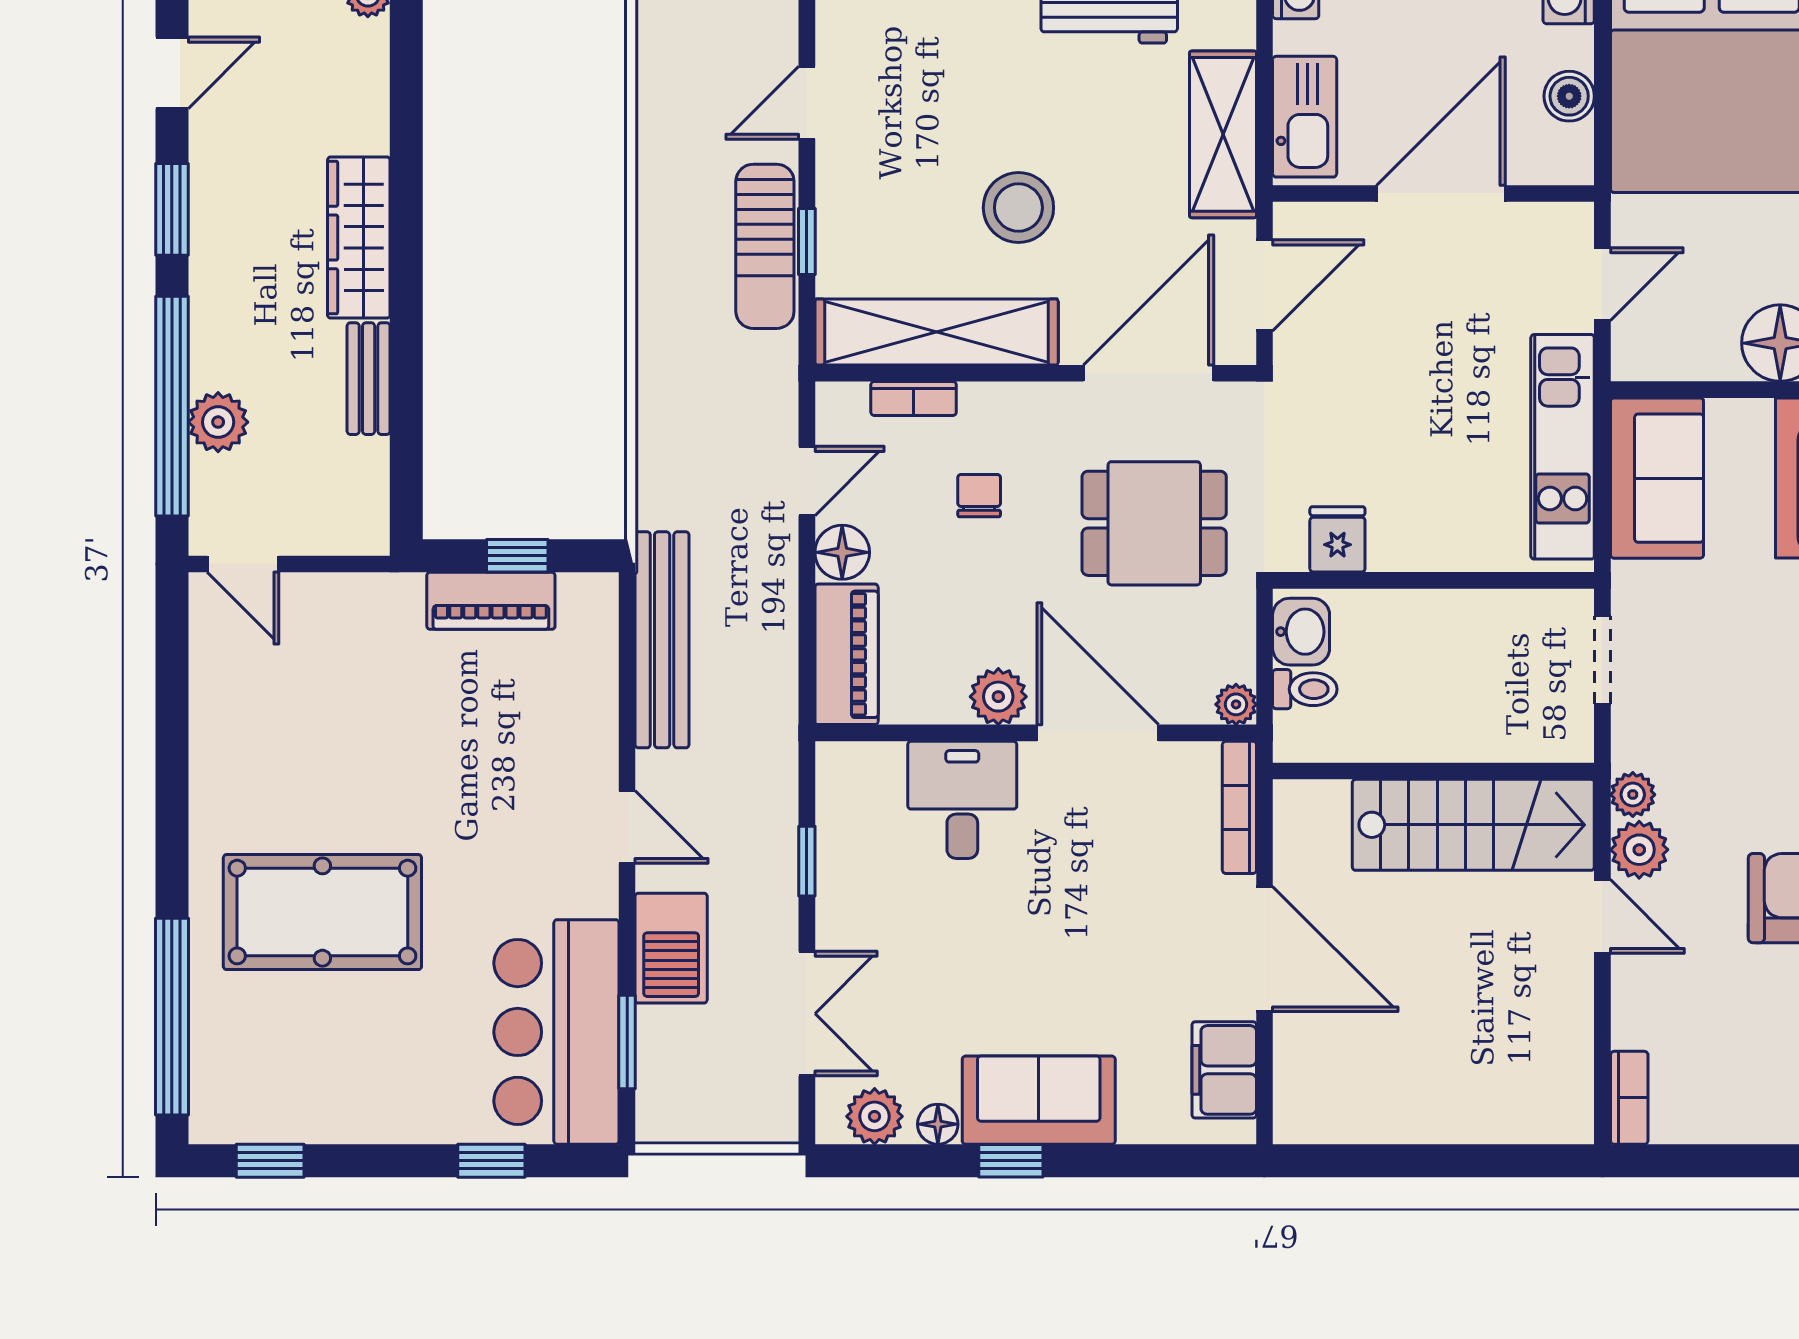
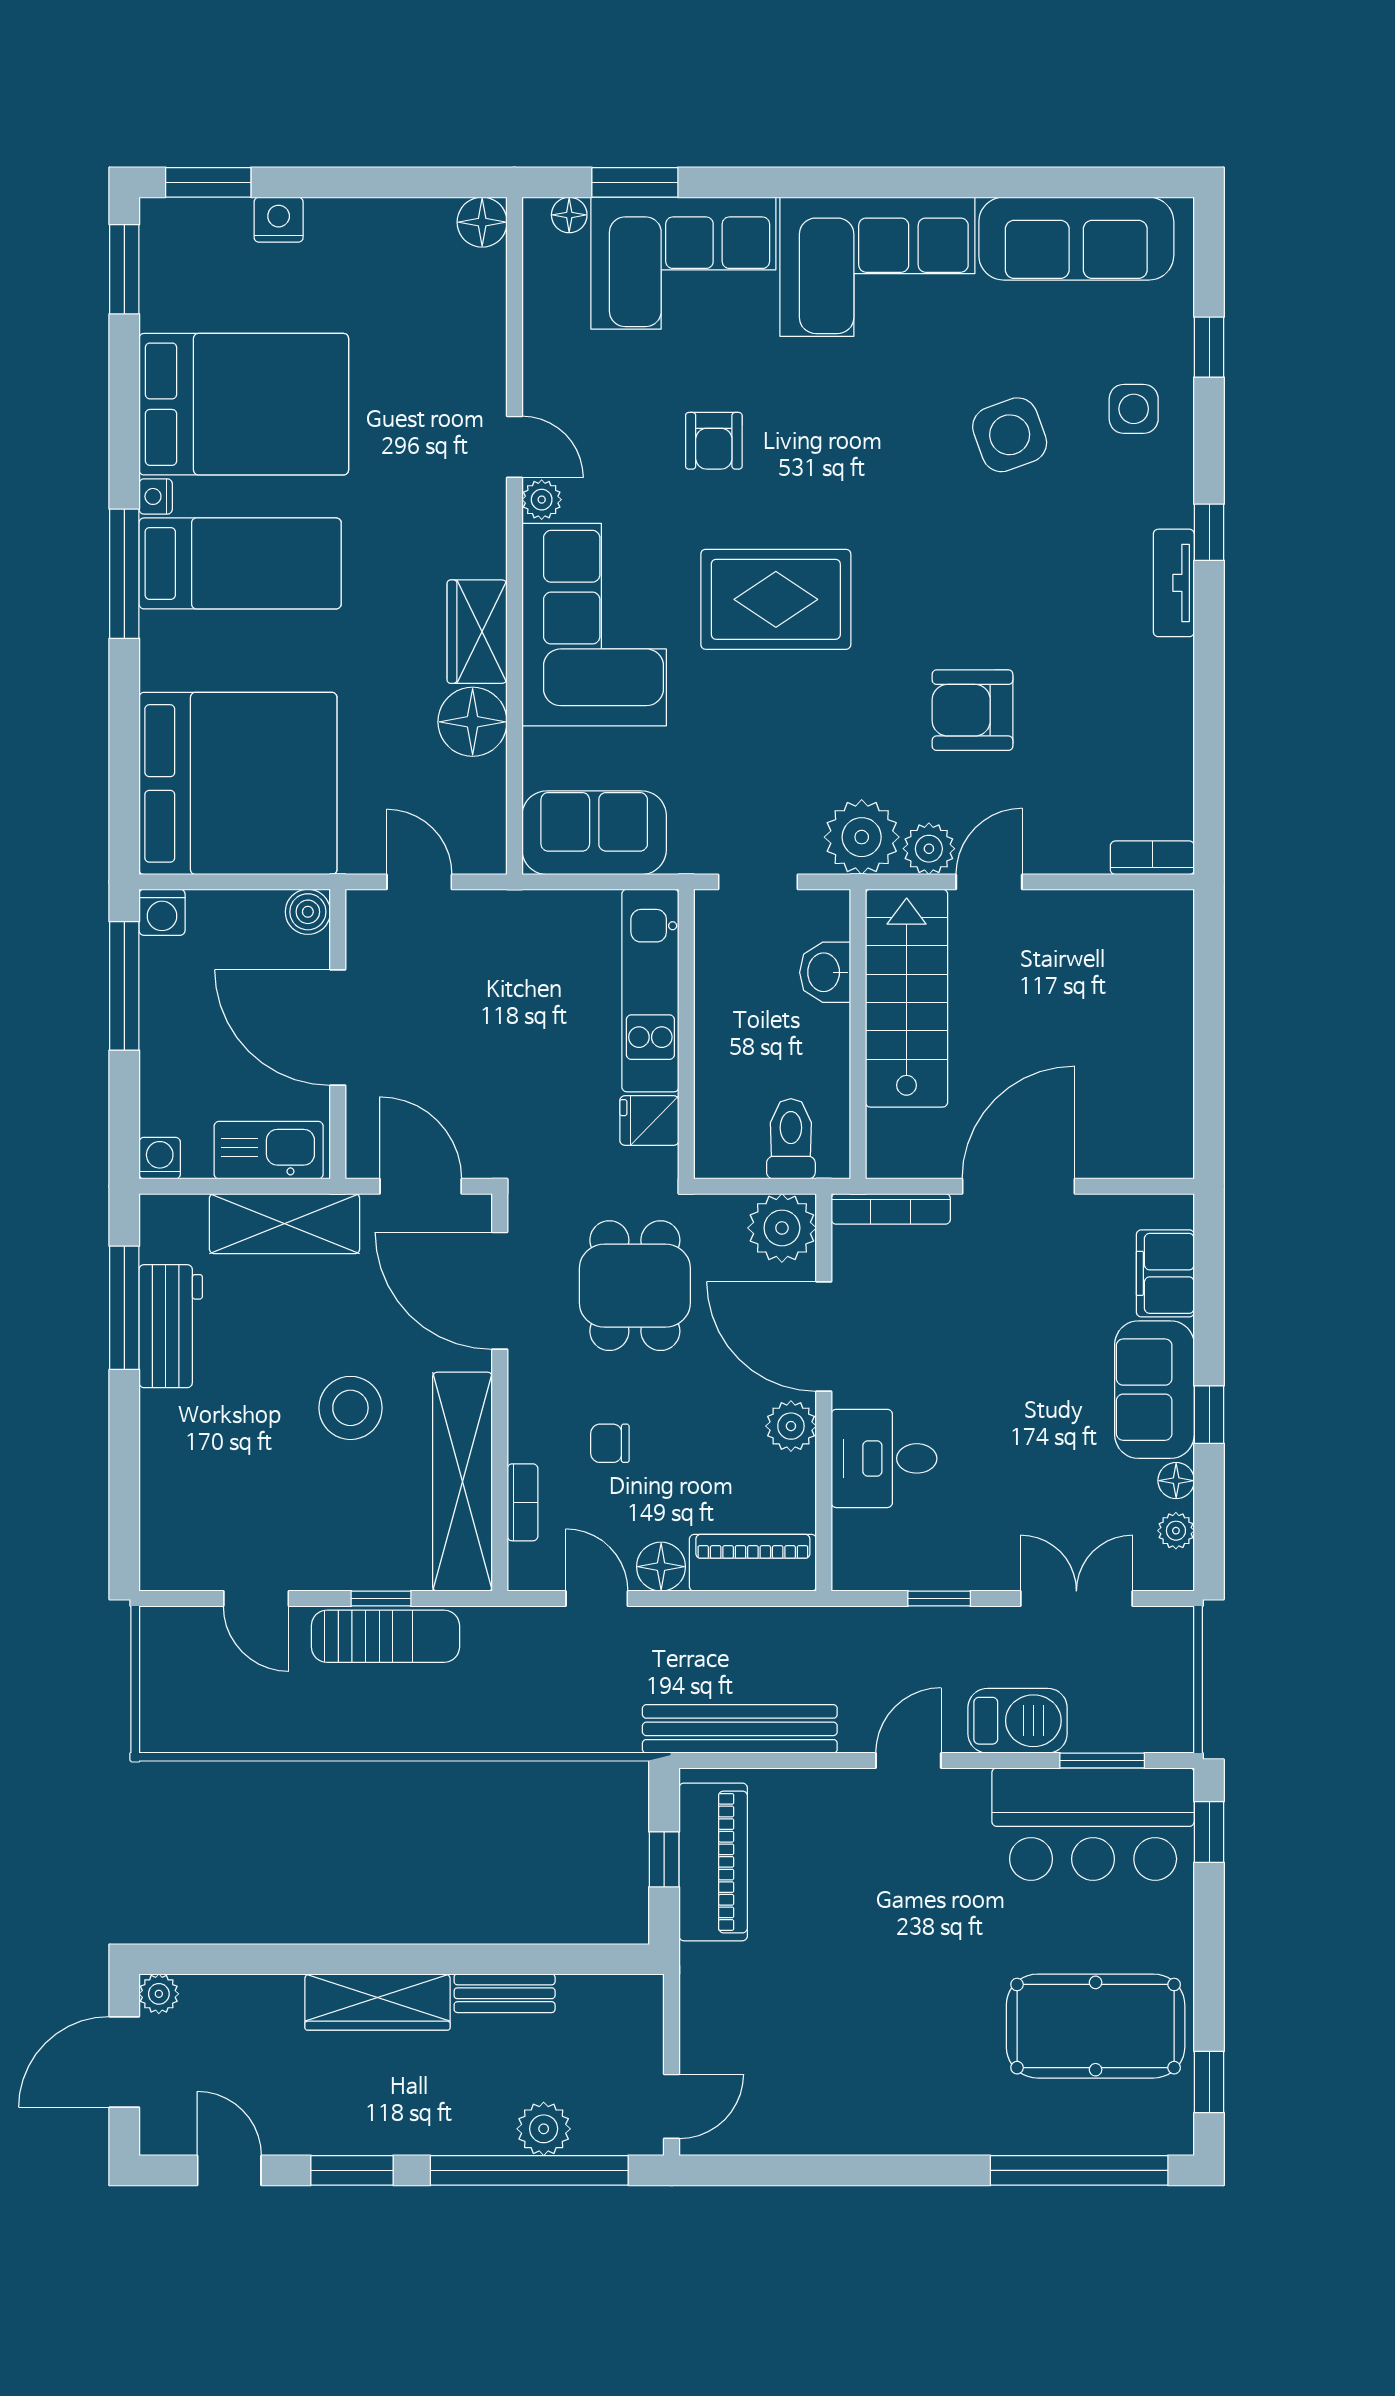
boiler: (1569, 96) -> (308, 912), moved
kitchen unit: (1563, 447) -> (650, 991), moved, turned 90
piano: (491, 601) -> (713, 1862), width x1.37, depth x1.33
washbasin: (1301, 632) -> (825, 972), moved, turned -90
toilet: (1305, 689) -> (791, 1139), width x1.37, depth x1.39
plant: (1236, 704) -> (782, 1228), width x1.87, depth x1.87
door: (1098, 733) -> (824, 1336), hinge flipped
plant: (1633, 795) -> (862, 837), width x1.88, depth x1.88
pool table: (322, 912) -> (1096, 2026), moved, turned 90
filing cabinet: (1224, 1070) -> (1165, 1273), moved, turned 90
plant: (875, 1116) -> (1176, 1531), width x0.73, depth x0.73
window: (491, 1161) -> (1209, 1832), moved

